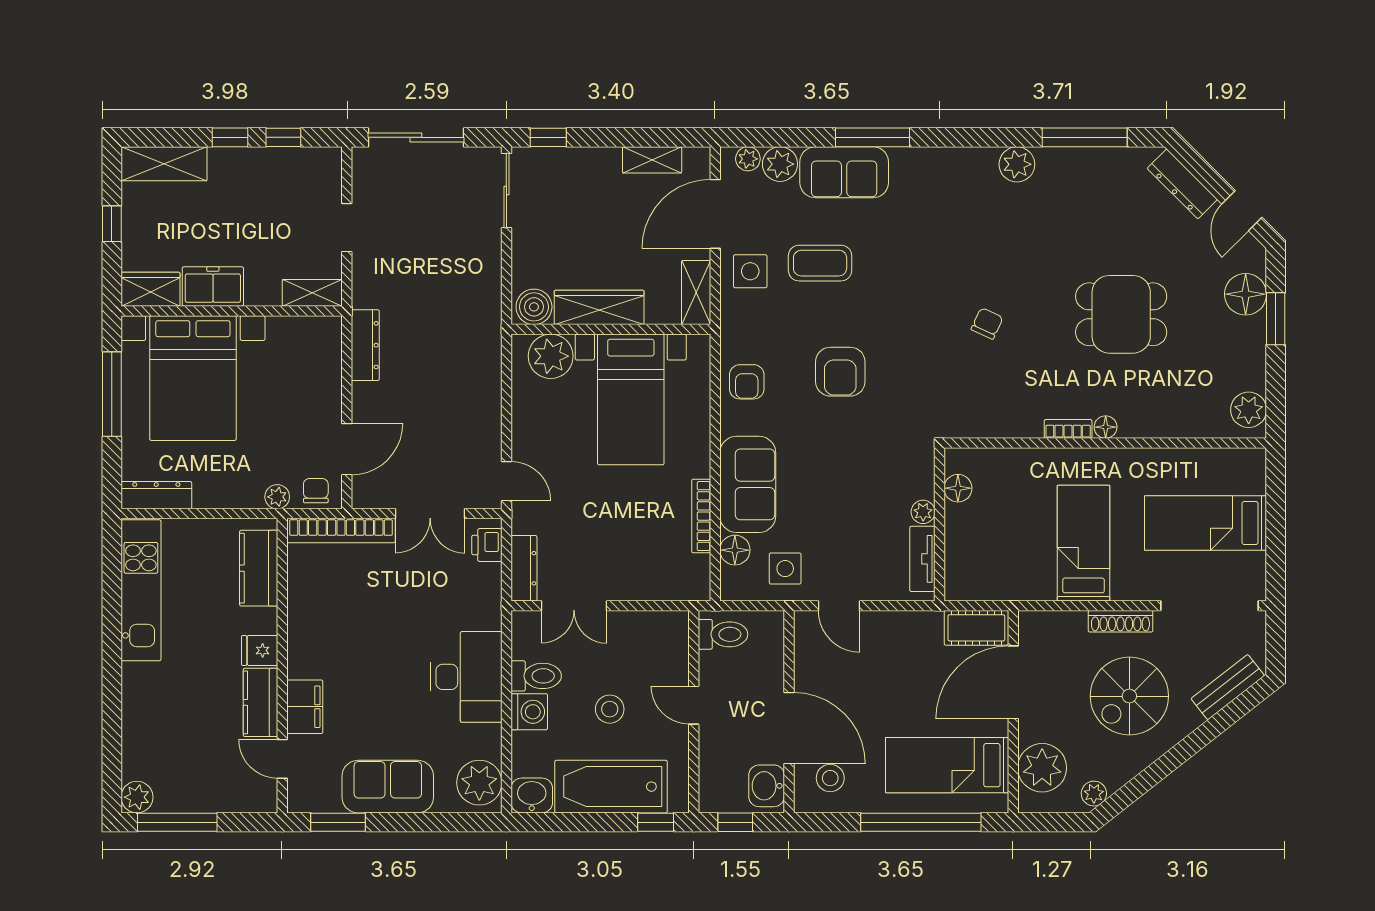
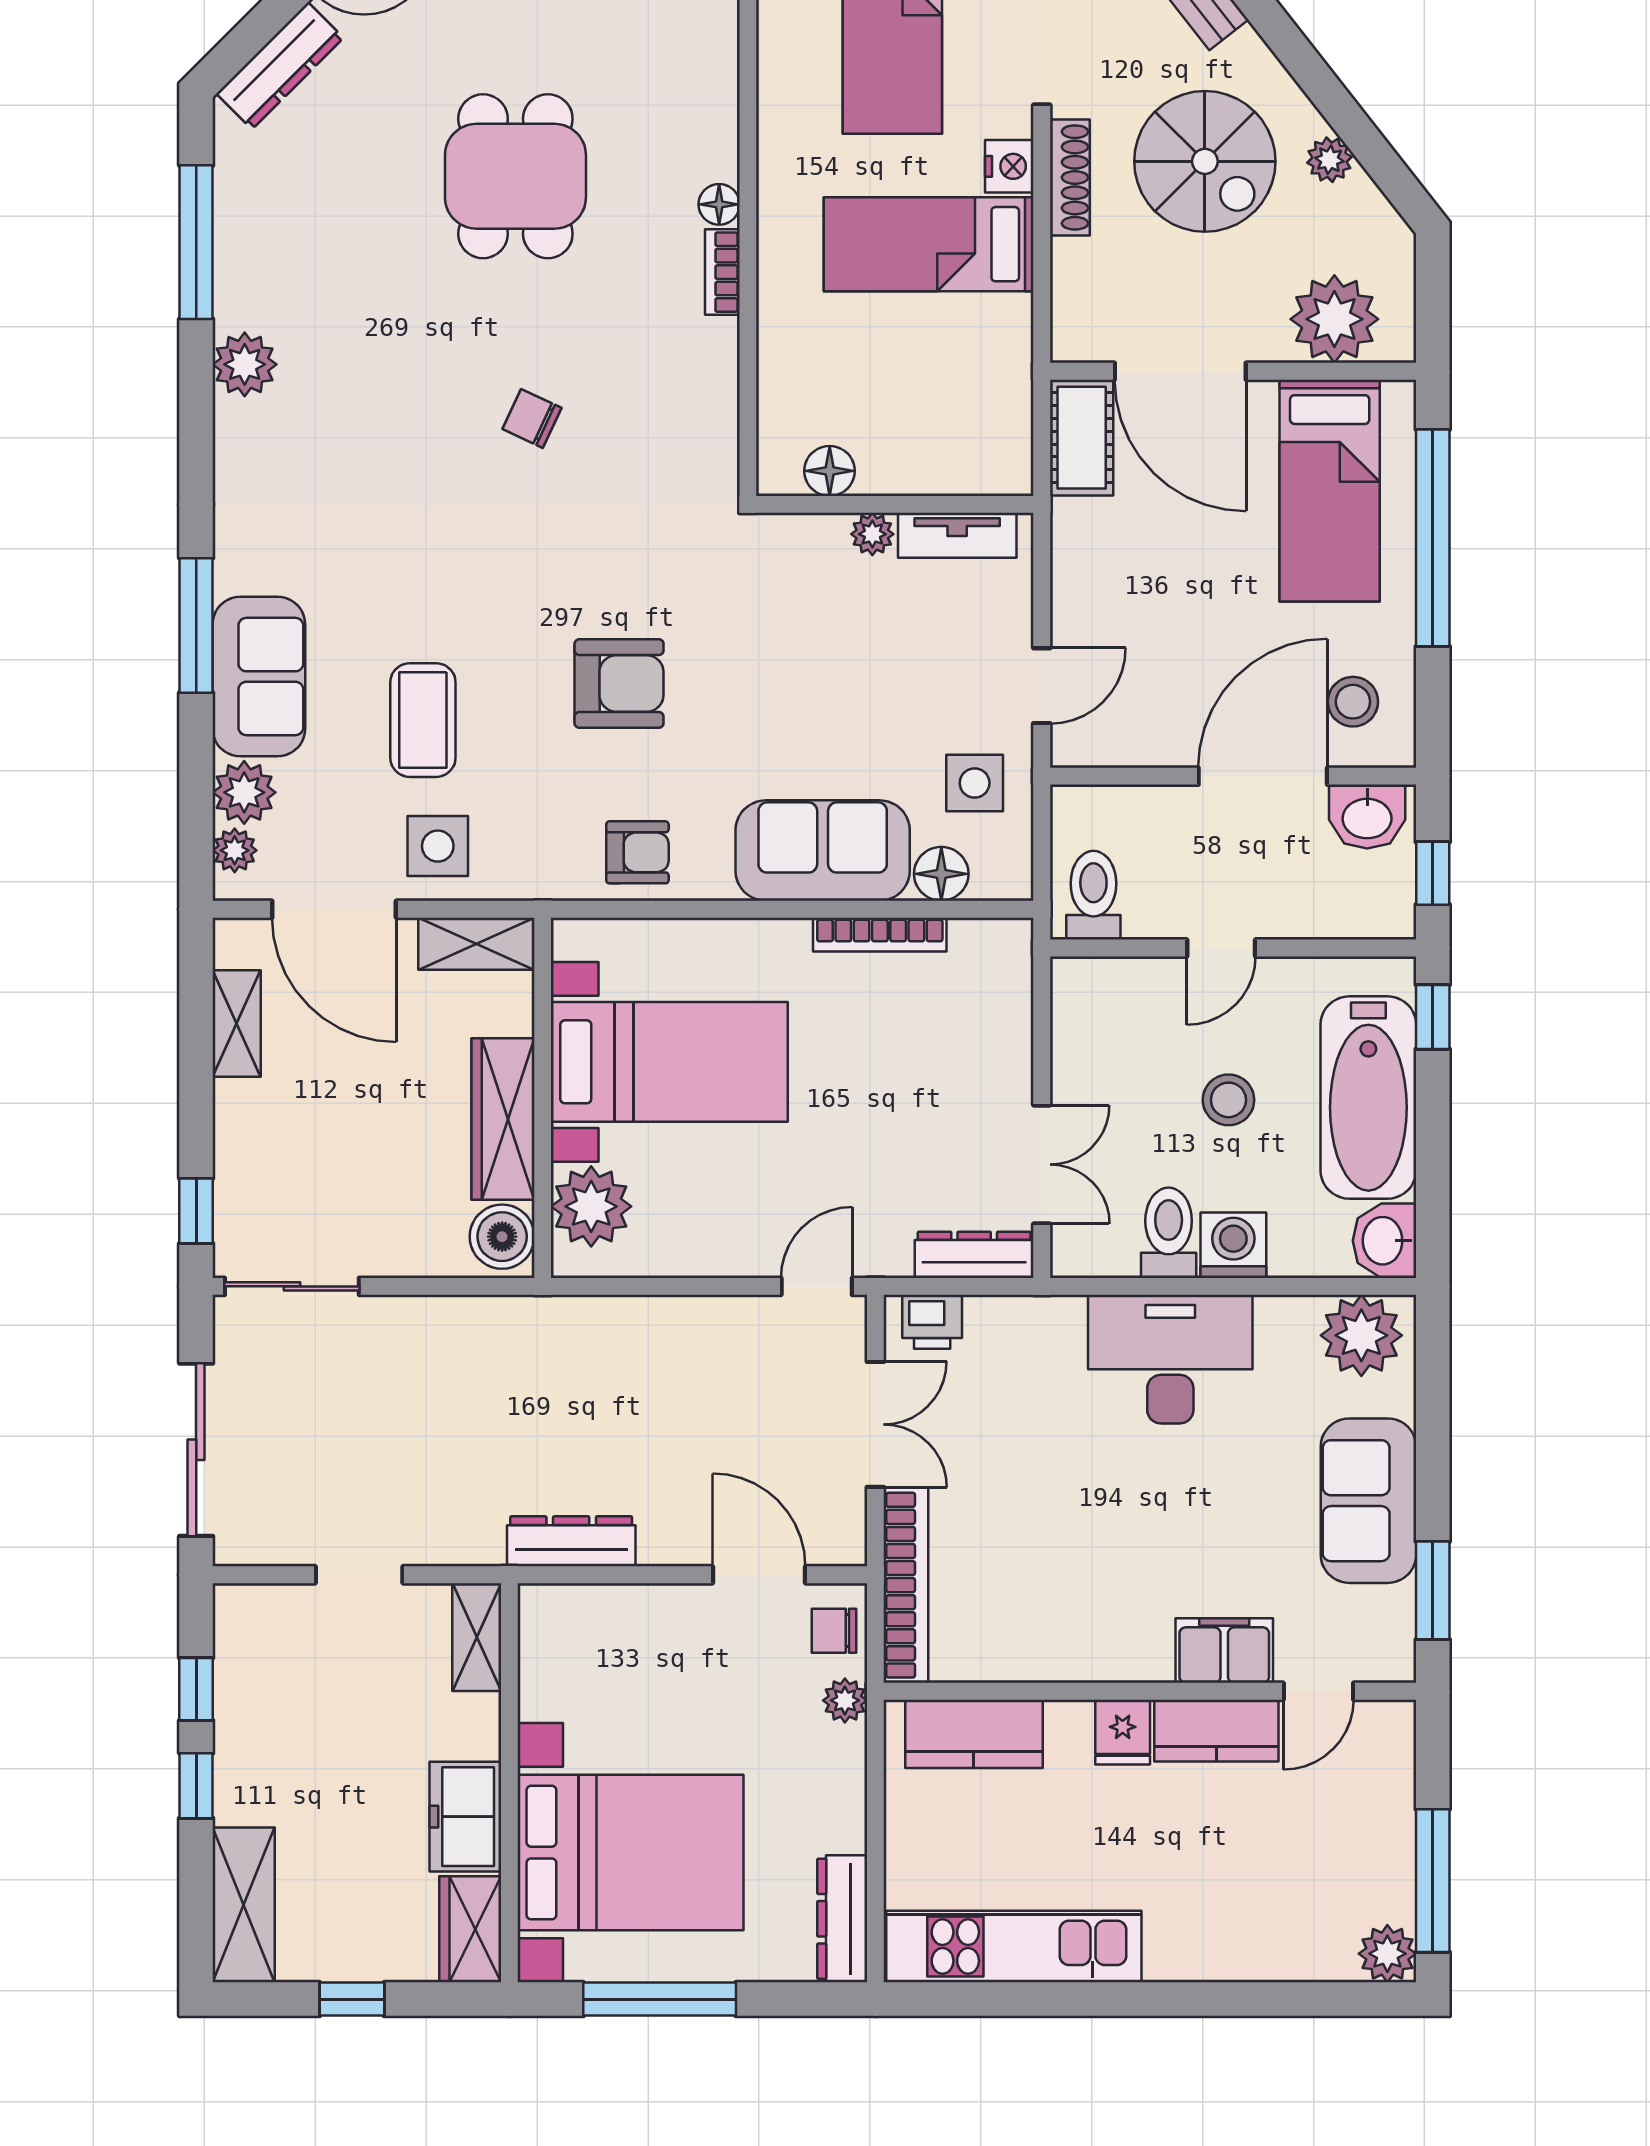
nightstand: (1127, 588) -> (1009, 166), added
plant: (1094, 794) -> (1329, 160), moved

